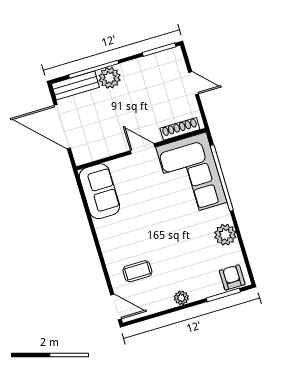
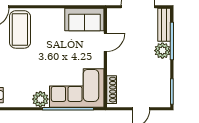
door: (143, 149) -> (105, 42), moved
plant: (225, 235) -> (40, 99), moved
coffee table: (137, 271) -> (20, 29), width x1.86, depth x1.72

